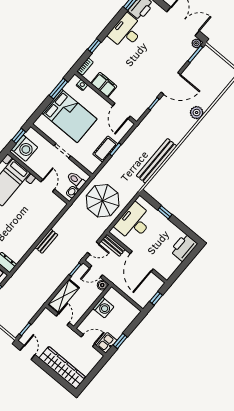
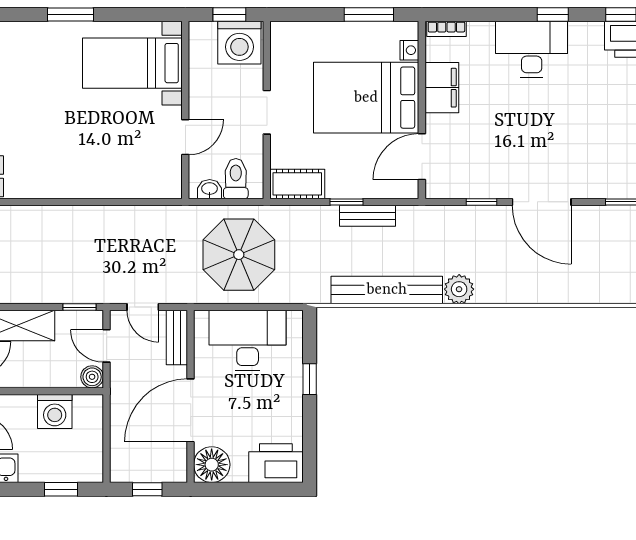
desk: (126, 32) -> (532, 49), moved
window: (94, 46) -> (553, 14), moved
plant: (197, 113) -> (459, 289), moved
bed: (69, 116) -> (366, 98), moved, turned 90
washing machine: (24, 148) -> (239, 43), moved
cot: (105, 149) -> (297, 184), moved
bench: (46, 241) -> (367, 216), moved
floor lamp: (166, 270) -> (212, 465), added
window: (120, 341) -> (61, 489), moved

